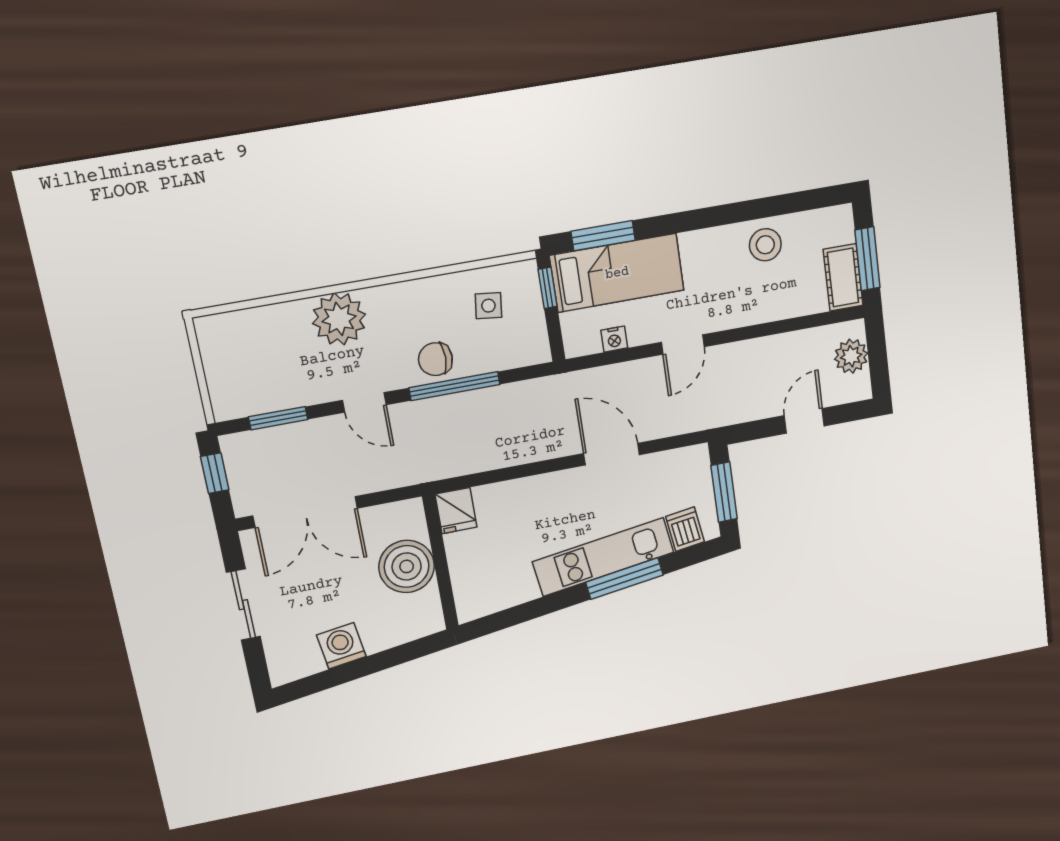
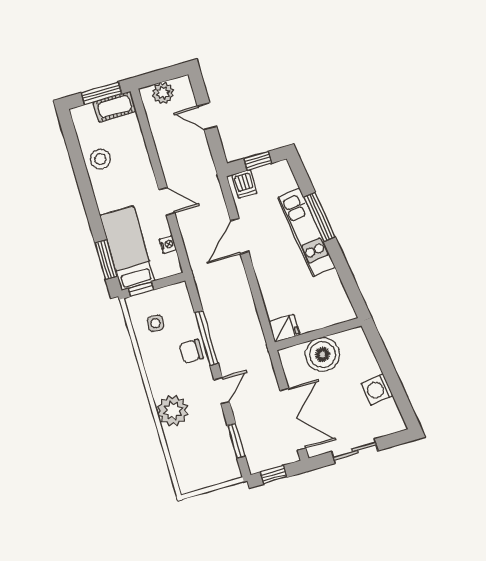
chair: (435, 359) -> (191, 351), turned 90
window: (724, 492) -> (258, 161), width x0.67
dishwasher: (685, 529) -> (244, 184), moved, turned -82

